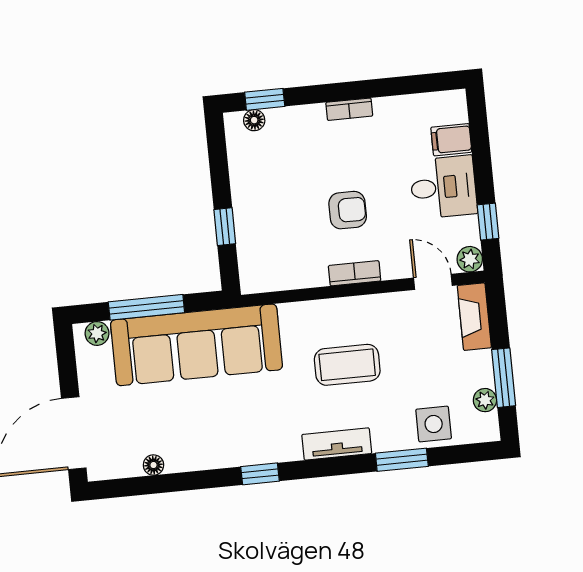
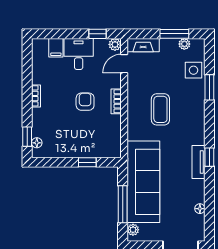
tv unit: (337, 444) -> (199, 162), moved

